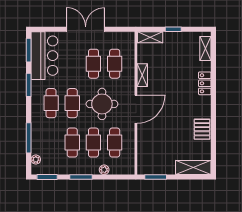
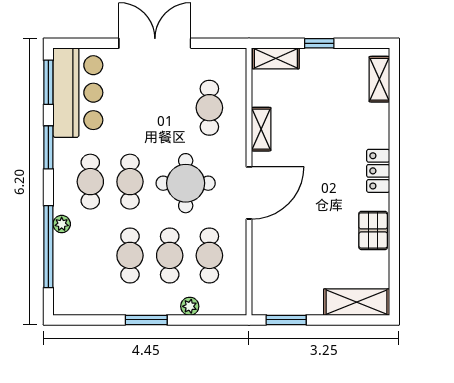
cafe table: (93, 64) -> (170, 108), removed
locker: (205, 83) -> (378, 171), moved
window: (29, 138) -> (48, 247), width x1.46
plant: (36, 160) -> (62, 224), moved
window: (47, 177) -> (83, 320), removed

